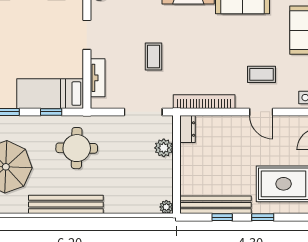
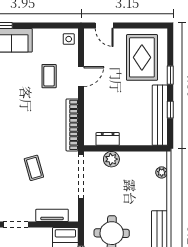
coffee table: (154, 56) -> (34, 168), turned 74
doorway: (143, 112) -> (81, 177), width x1.36
dresser: (188, 129) -> (108, 139), moved
plant: (166, 207) -> (162, 172), moved

